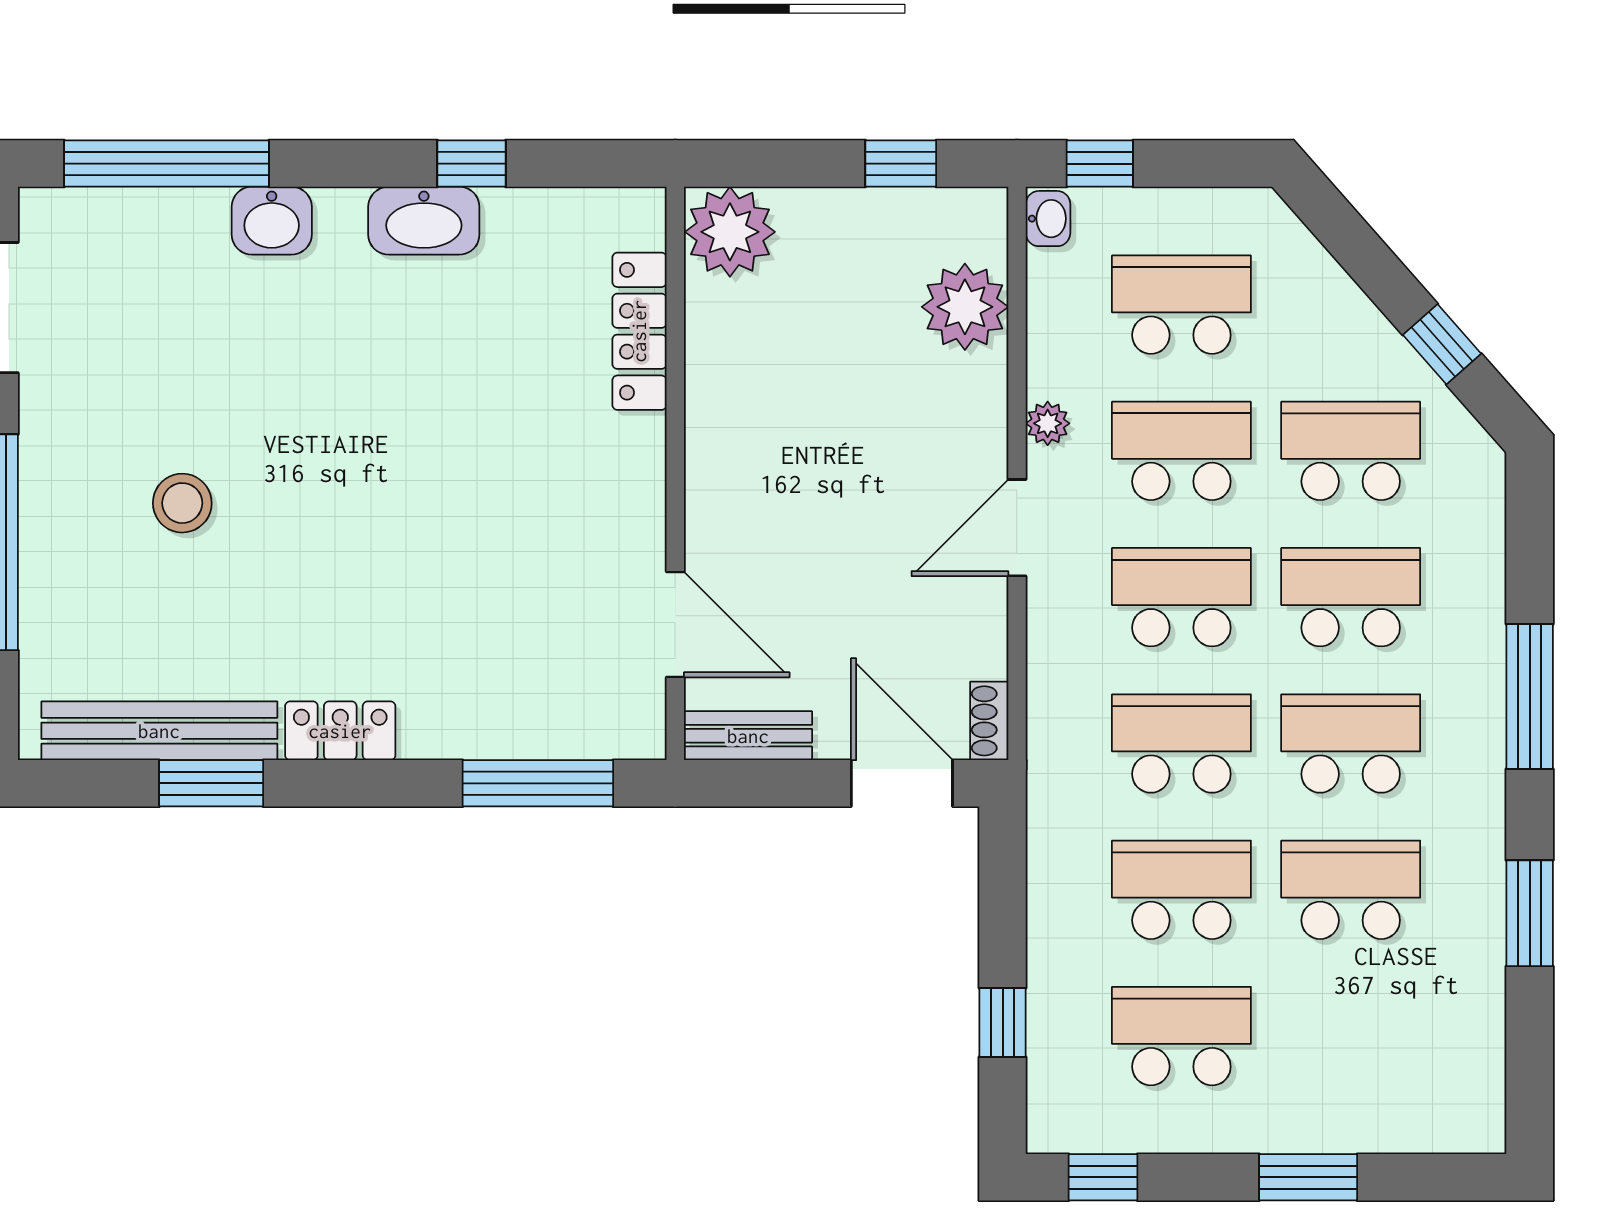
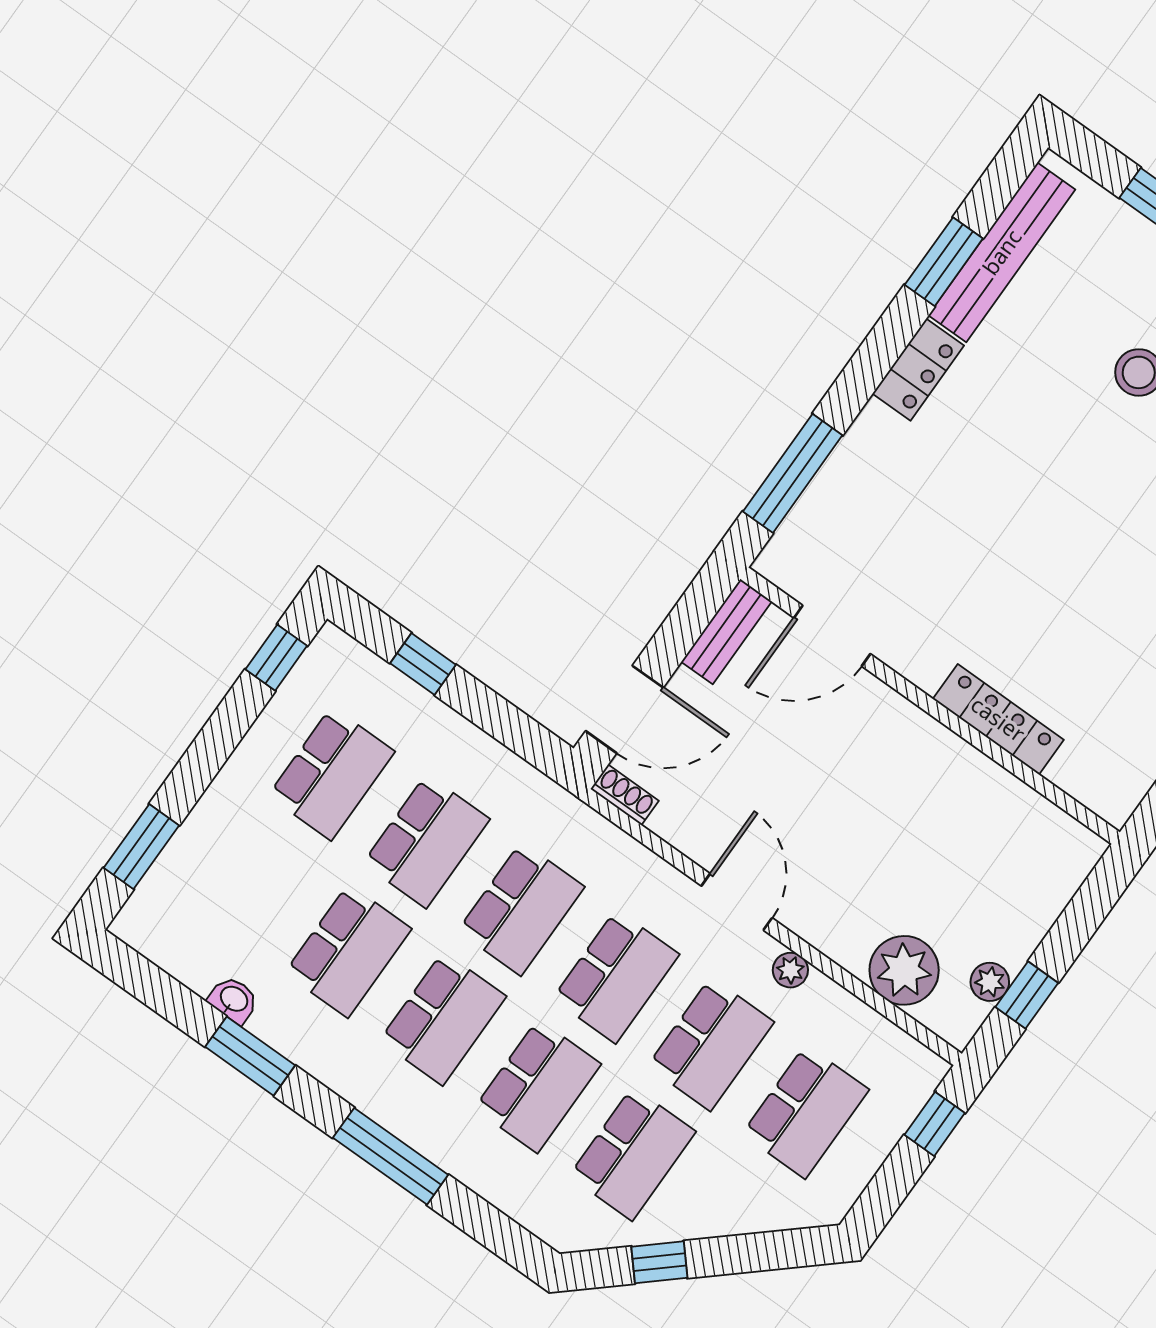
washbasin: (1048, 219) -> (233, 1000), moved, turned 180
plant: (730, 232) -> (990, 982), moved, width x0.53, depth x0.53
locker: (639, 331) -> (998, 719), moved
window: (1308, 1177) -> (141, 847), moved

